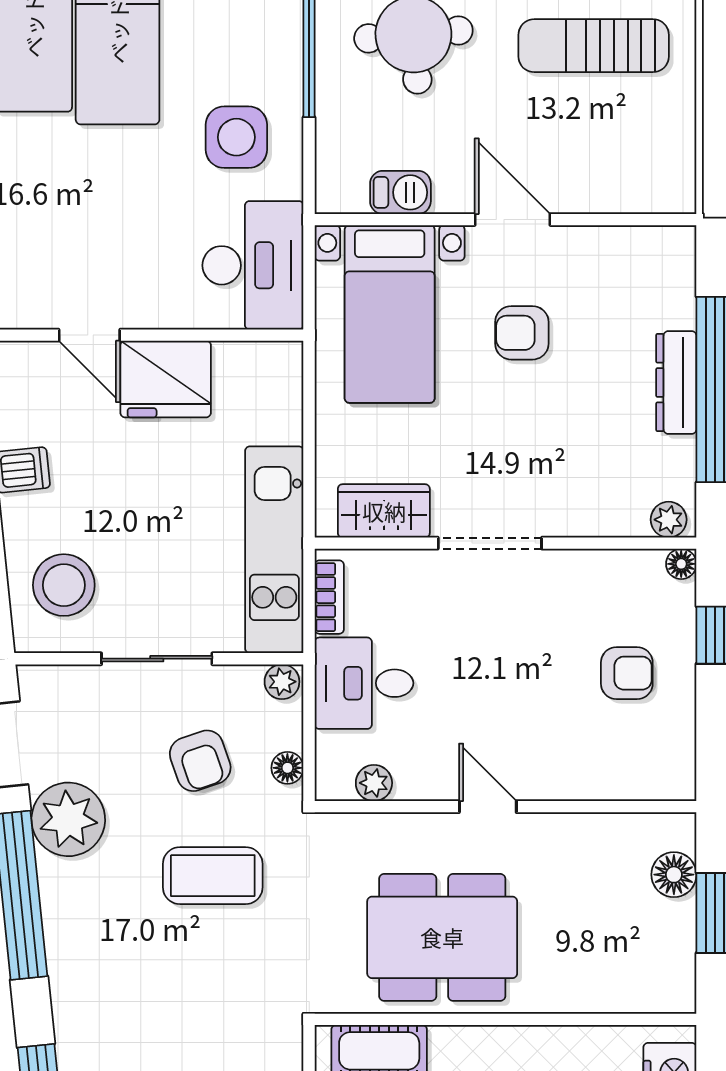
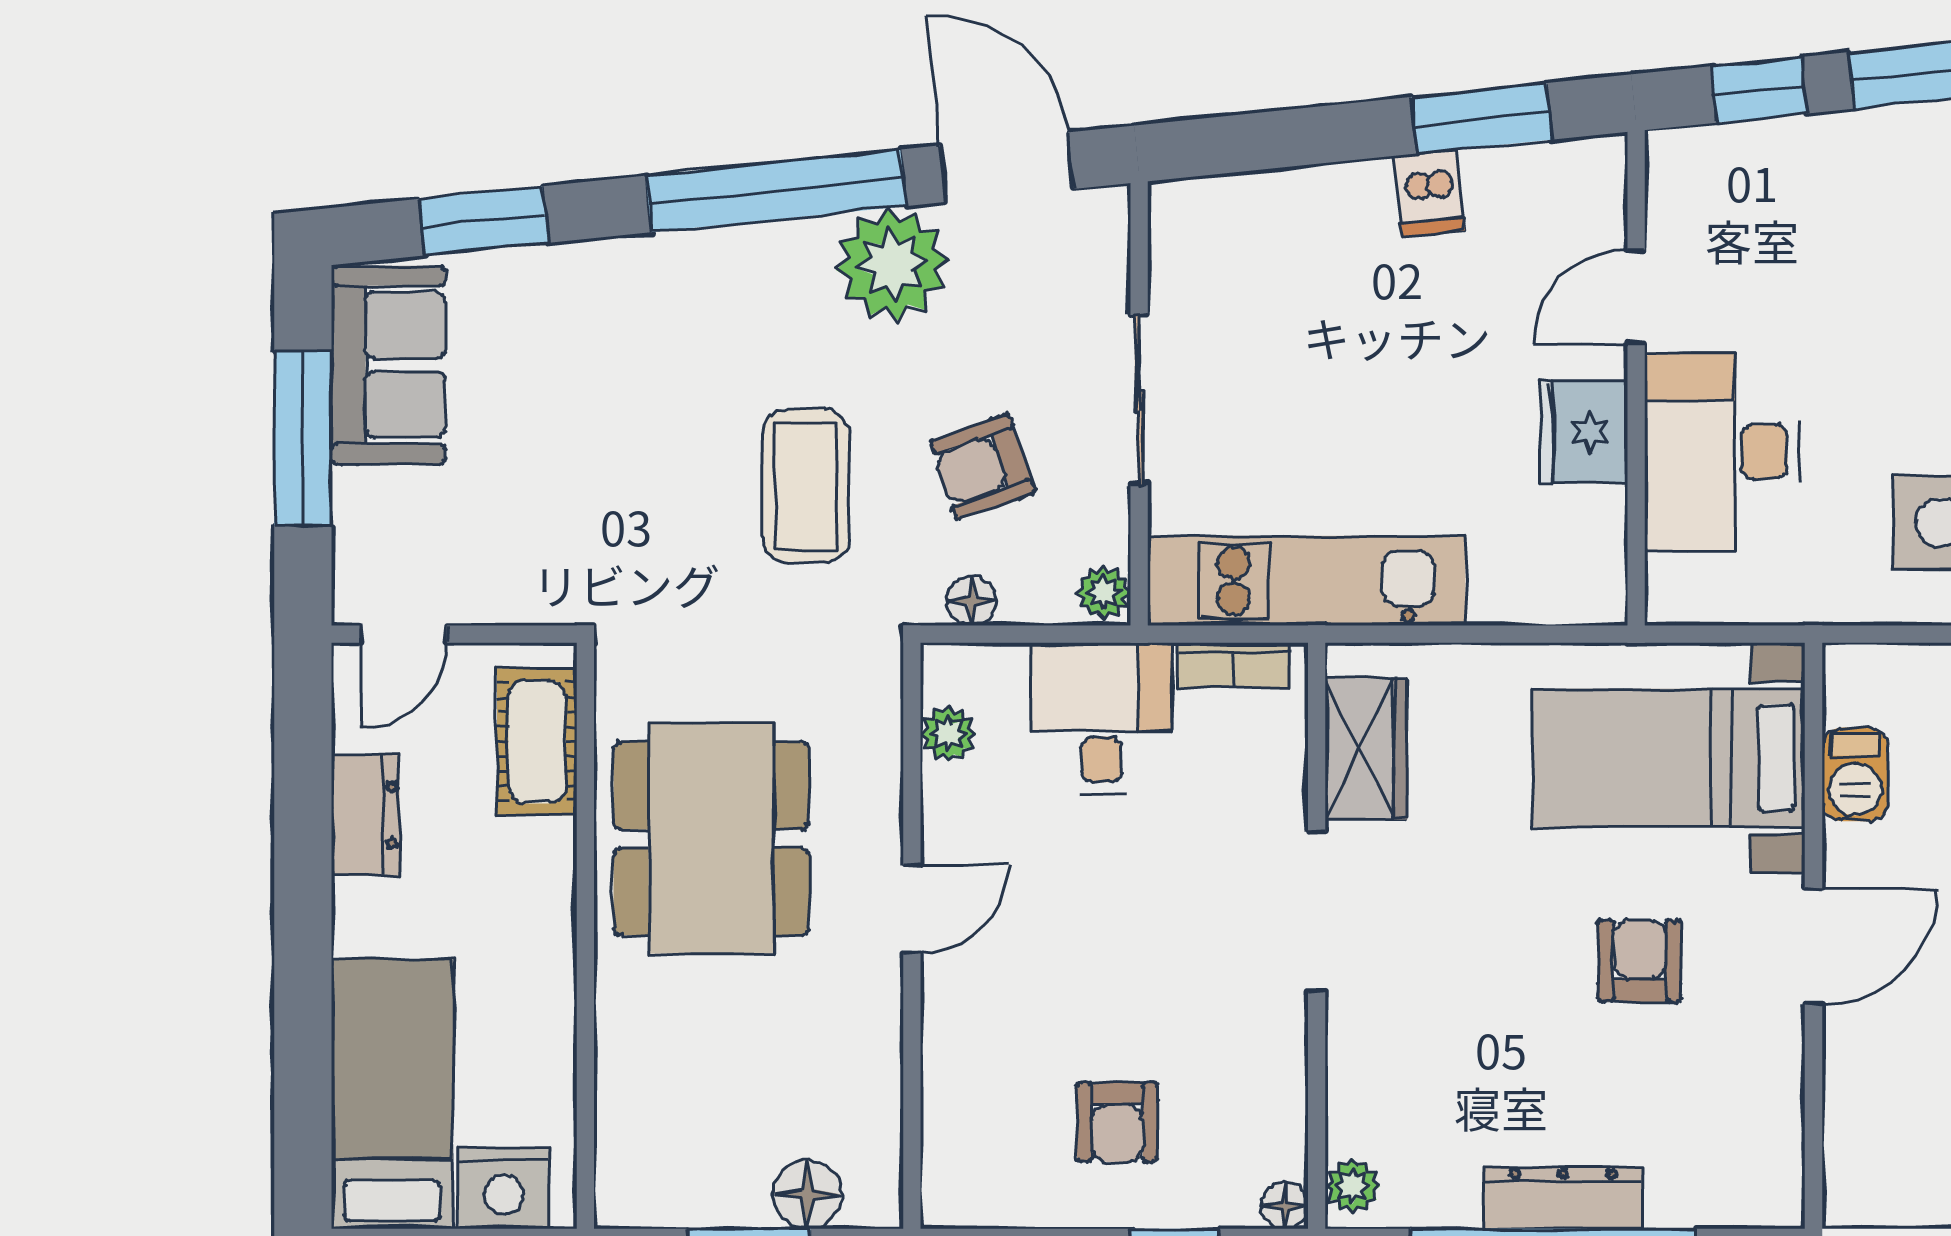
desk: (253, 265) -> (1722, 452), moved, turned 90
fridge: (166, 379) -> (1584, 432), width x0.73, depth x0.75
stool: (64, 585) -> (1252, 257), removed

